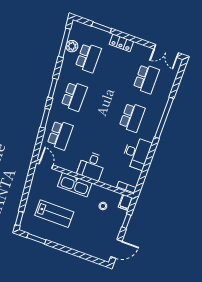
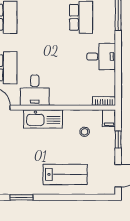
desk: (137, 153) -> (101, 57), width x0.73
desk: (92, 166) -> (35, 90), moved
lab bench: (54, 214) -> (65, 174), moved

